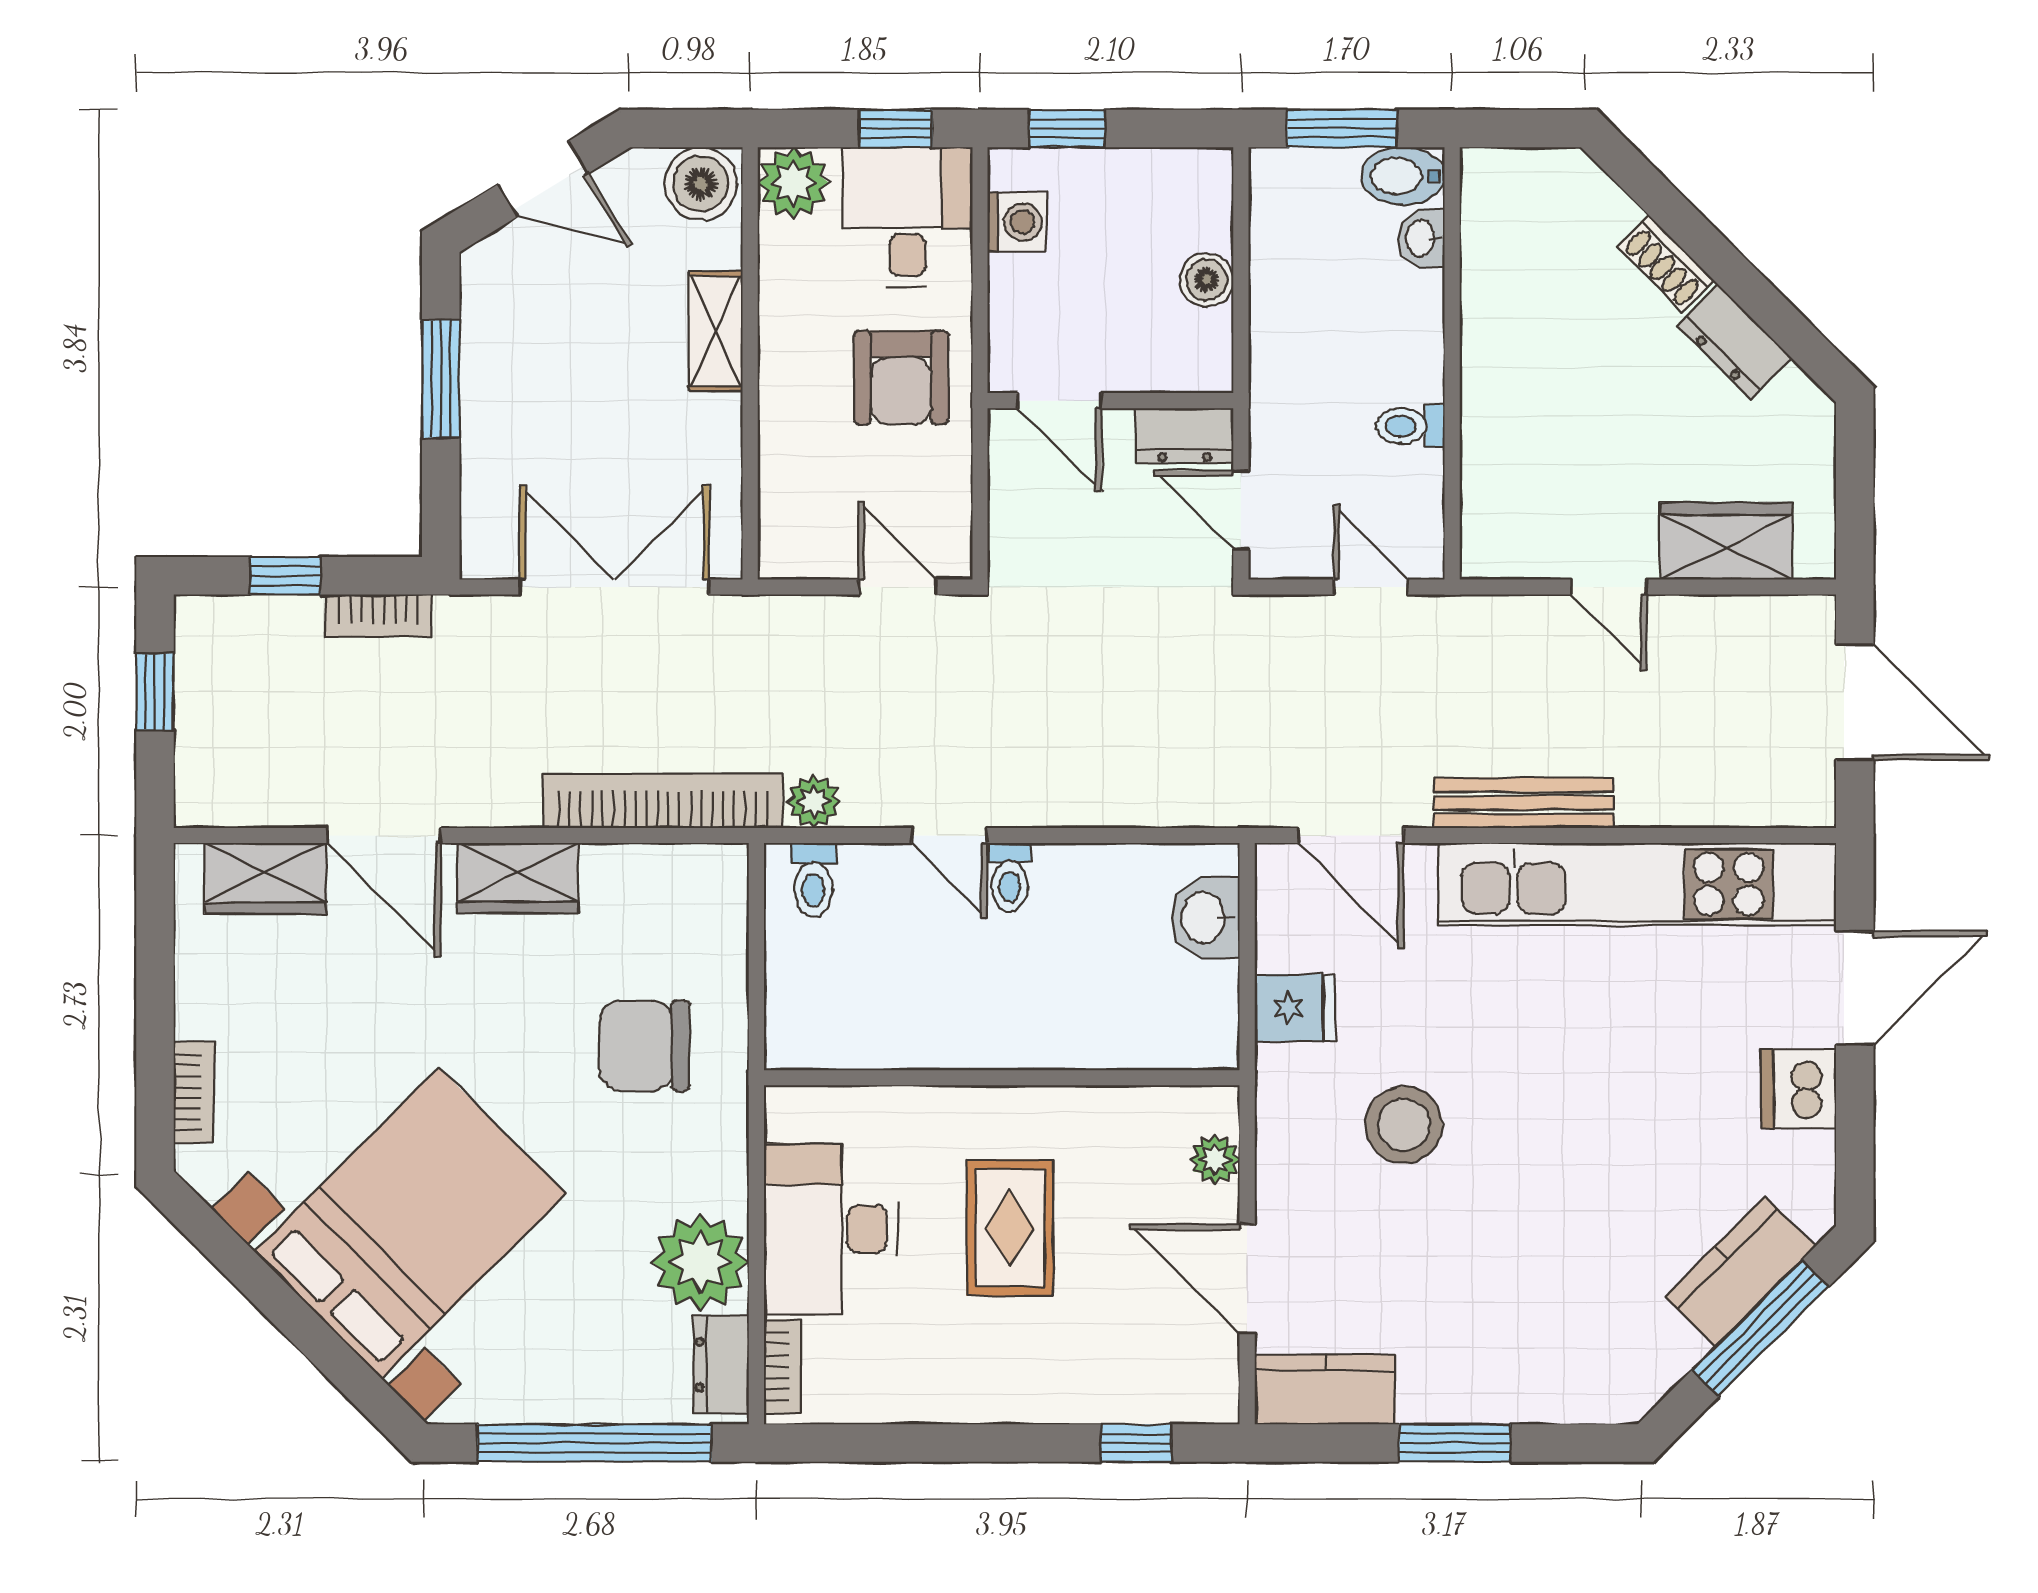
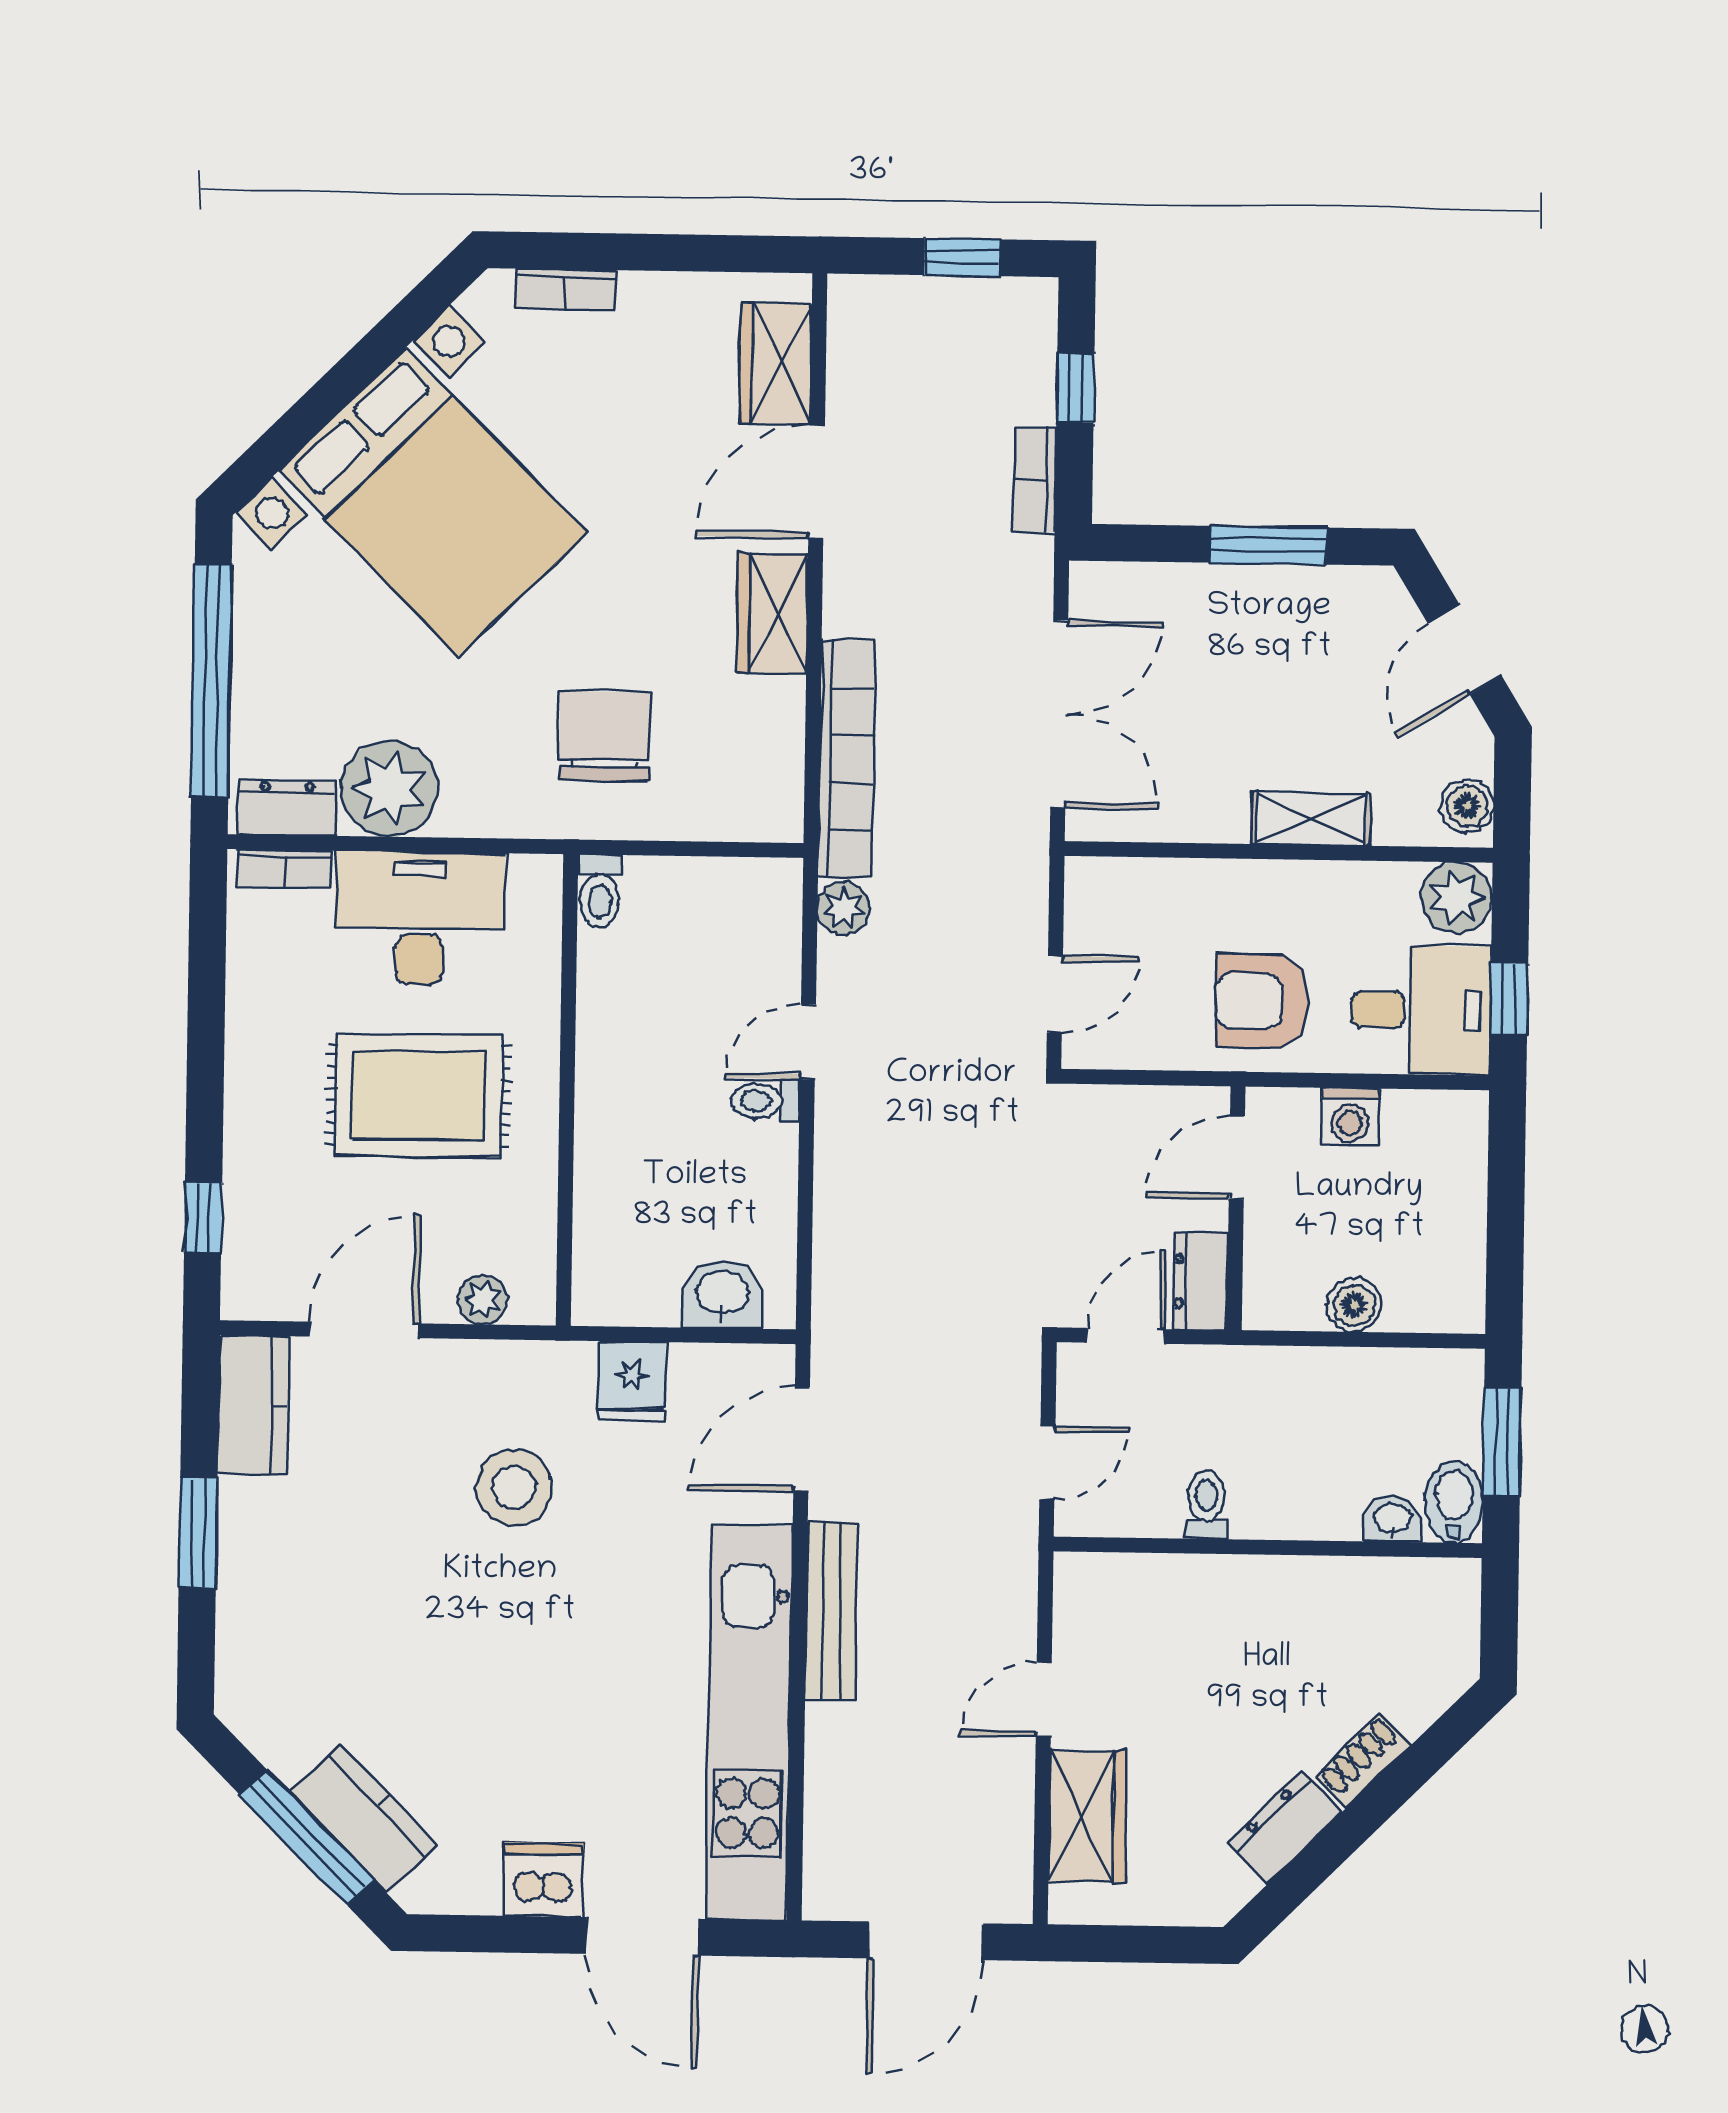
window: (1067, 128) -> (1506, 1170), removed
boiler: (701, 184) -> (1467, 806), width x0.73, depth x0.73
washing machine: (1017, 222) -> (1350, 1117), moved
toilet: (813, 880) -> (600, 891), moved, turned -90
rug: (1010, 1228) -> (418, 1096), width x1.36, depth x1.43

